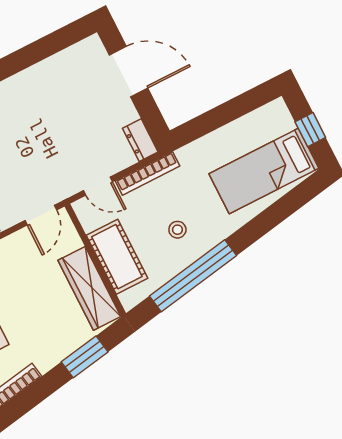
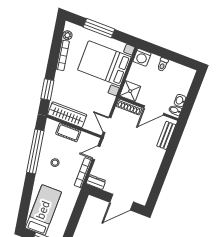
cot: (117, 257) -> (68, 132), width x0.73, depth x0.75

